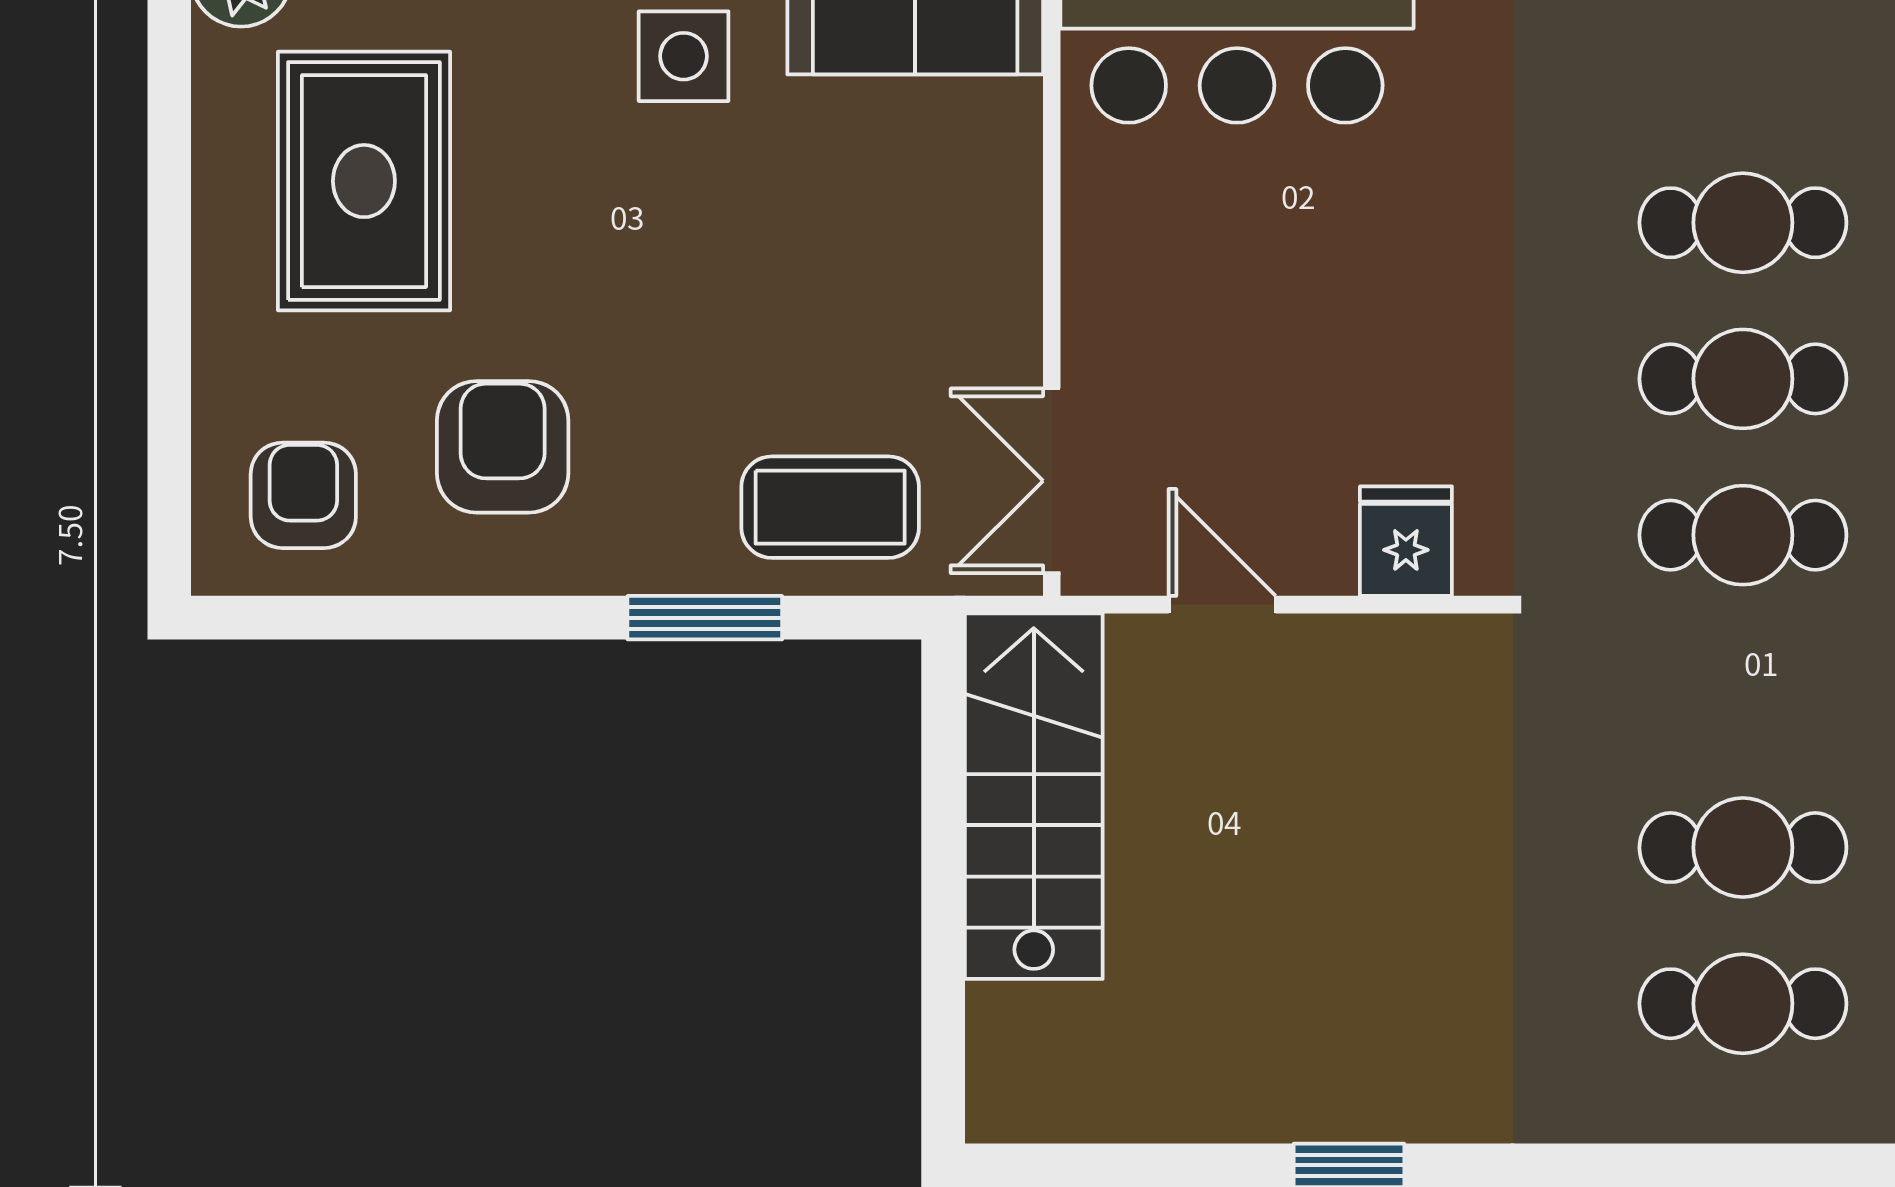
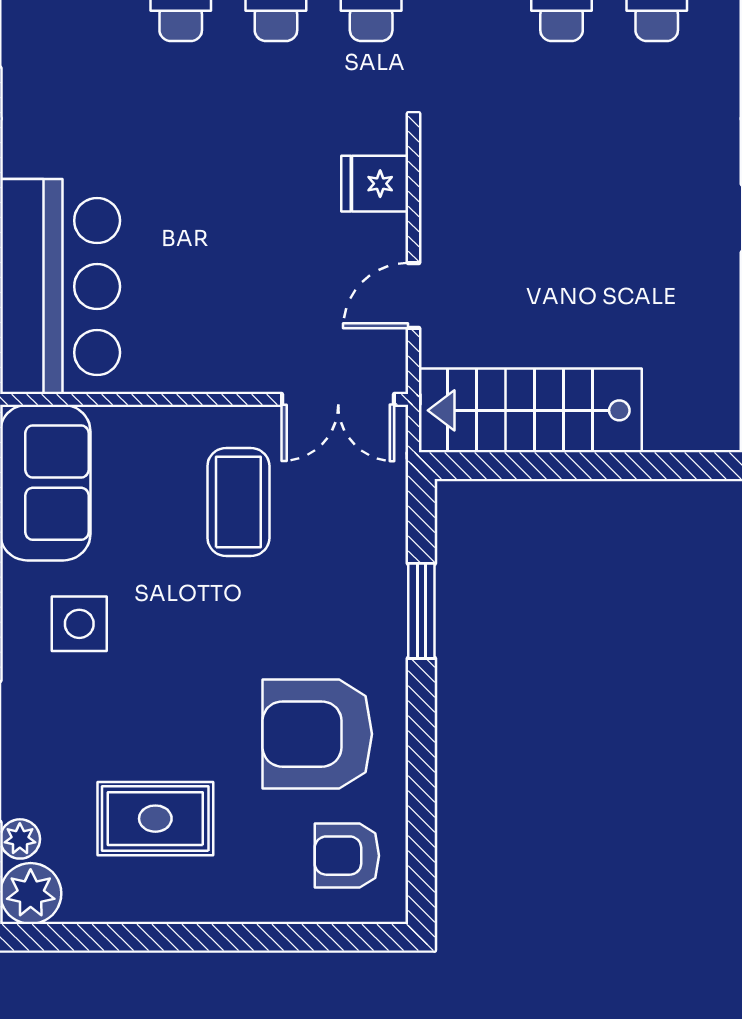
rug: (364, 181) -> (155, 819), width x0.73, depth x0.70
armchair: (503, 447) -> (317, 734), width x1.36, depth x1.36
coffee table: (830, 507) -> (238, 502), moved

